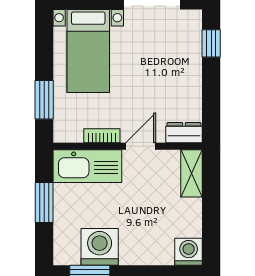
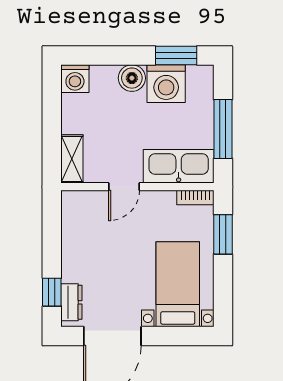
dresser: (184, 133) -> (71, 302), moved, turned -90
bookcase: (102, 136) -> (195, 197), moved
window: (44, 203) -> (223, 129), width x1.44
boiler: (133, 252) -> (132, 78), added

